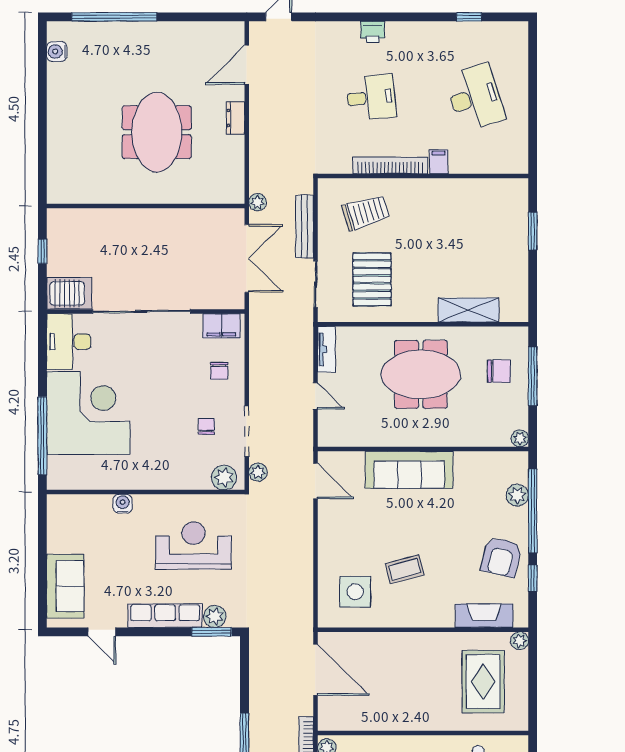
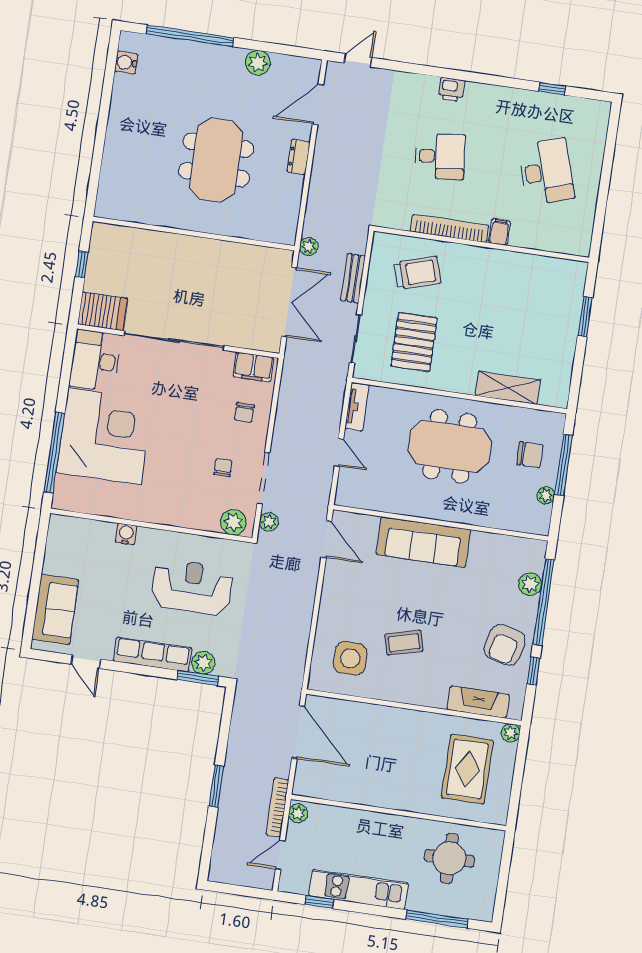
plant: (183, 33) -> (258, 63), added
bench: (305, 227) -> (353, 278), width x0.73
plant: (520, 438) -> (546, 495), moved

